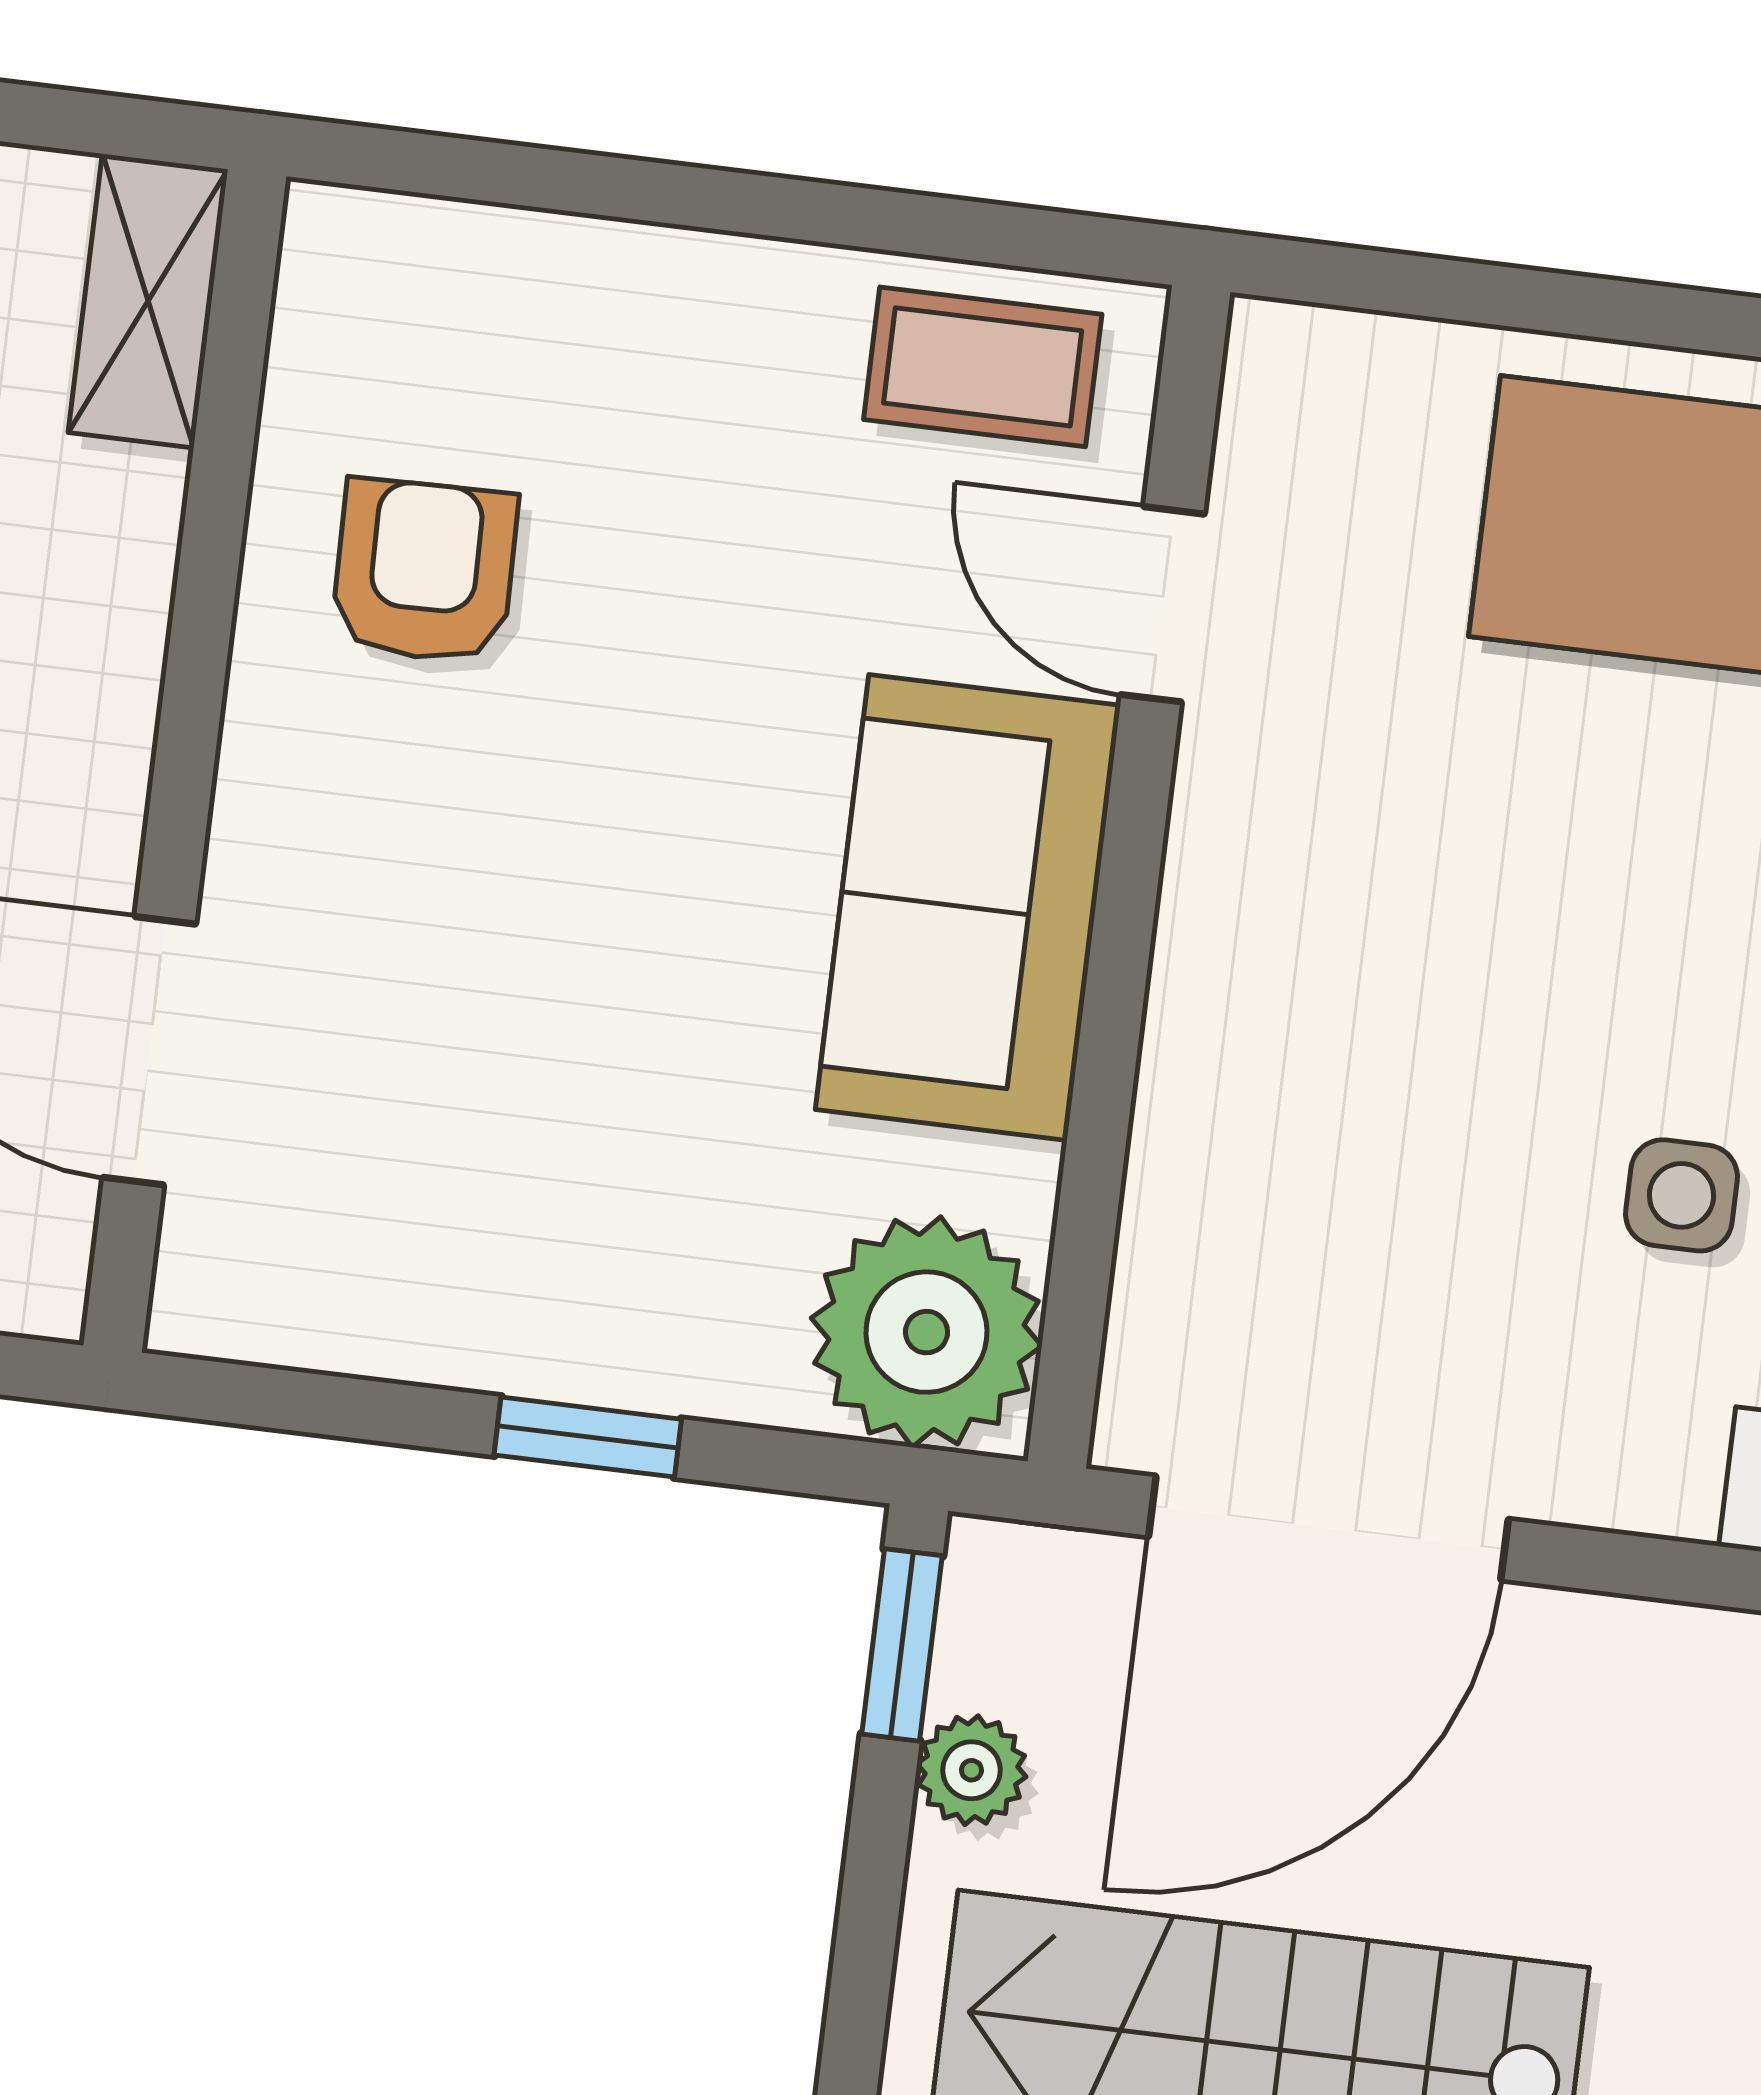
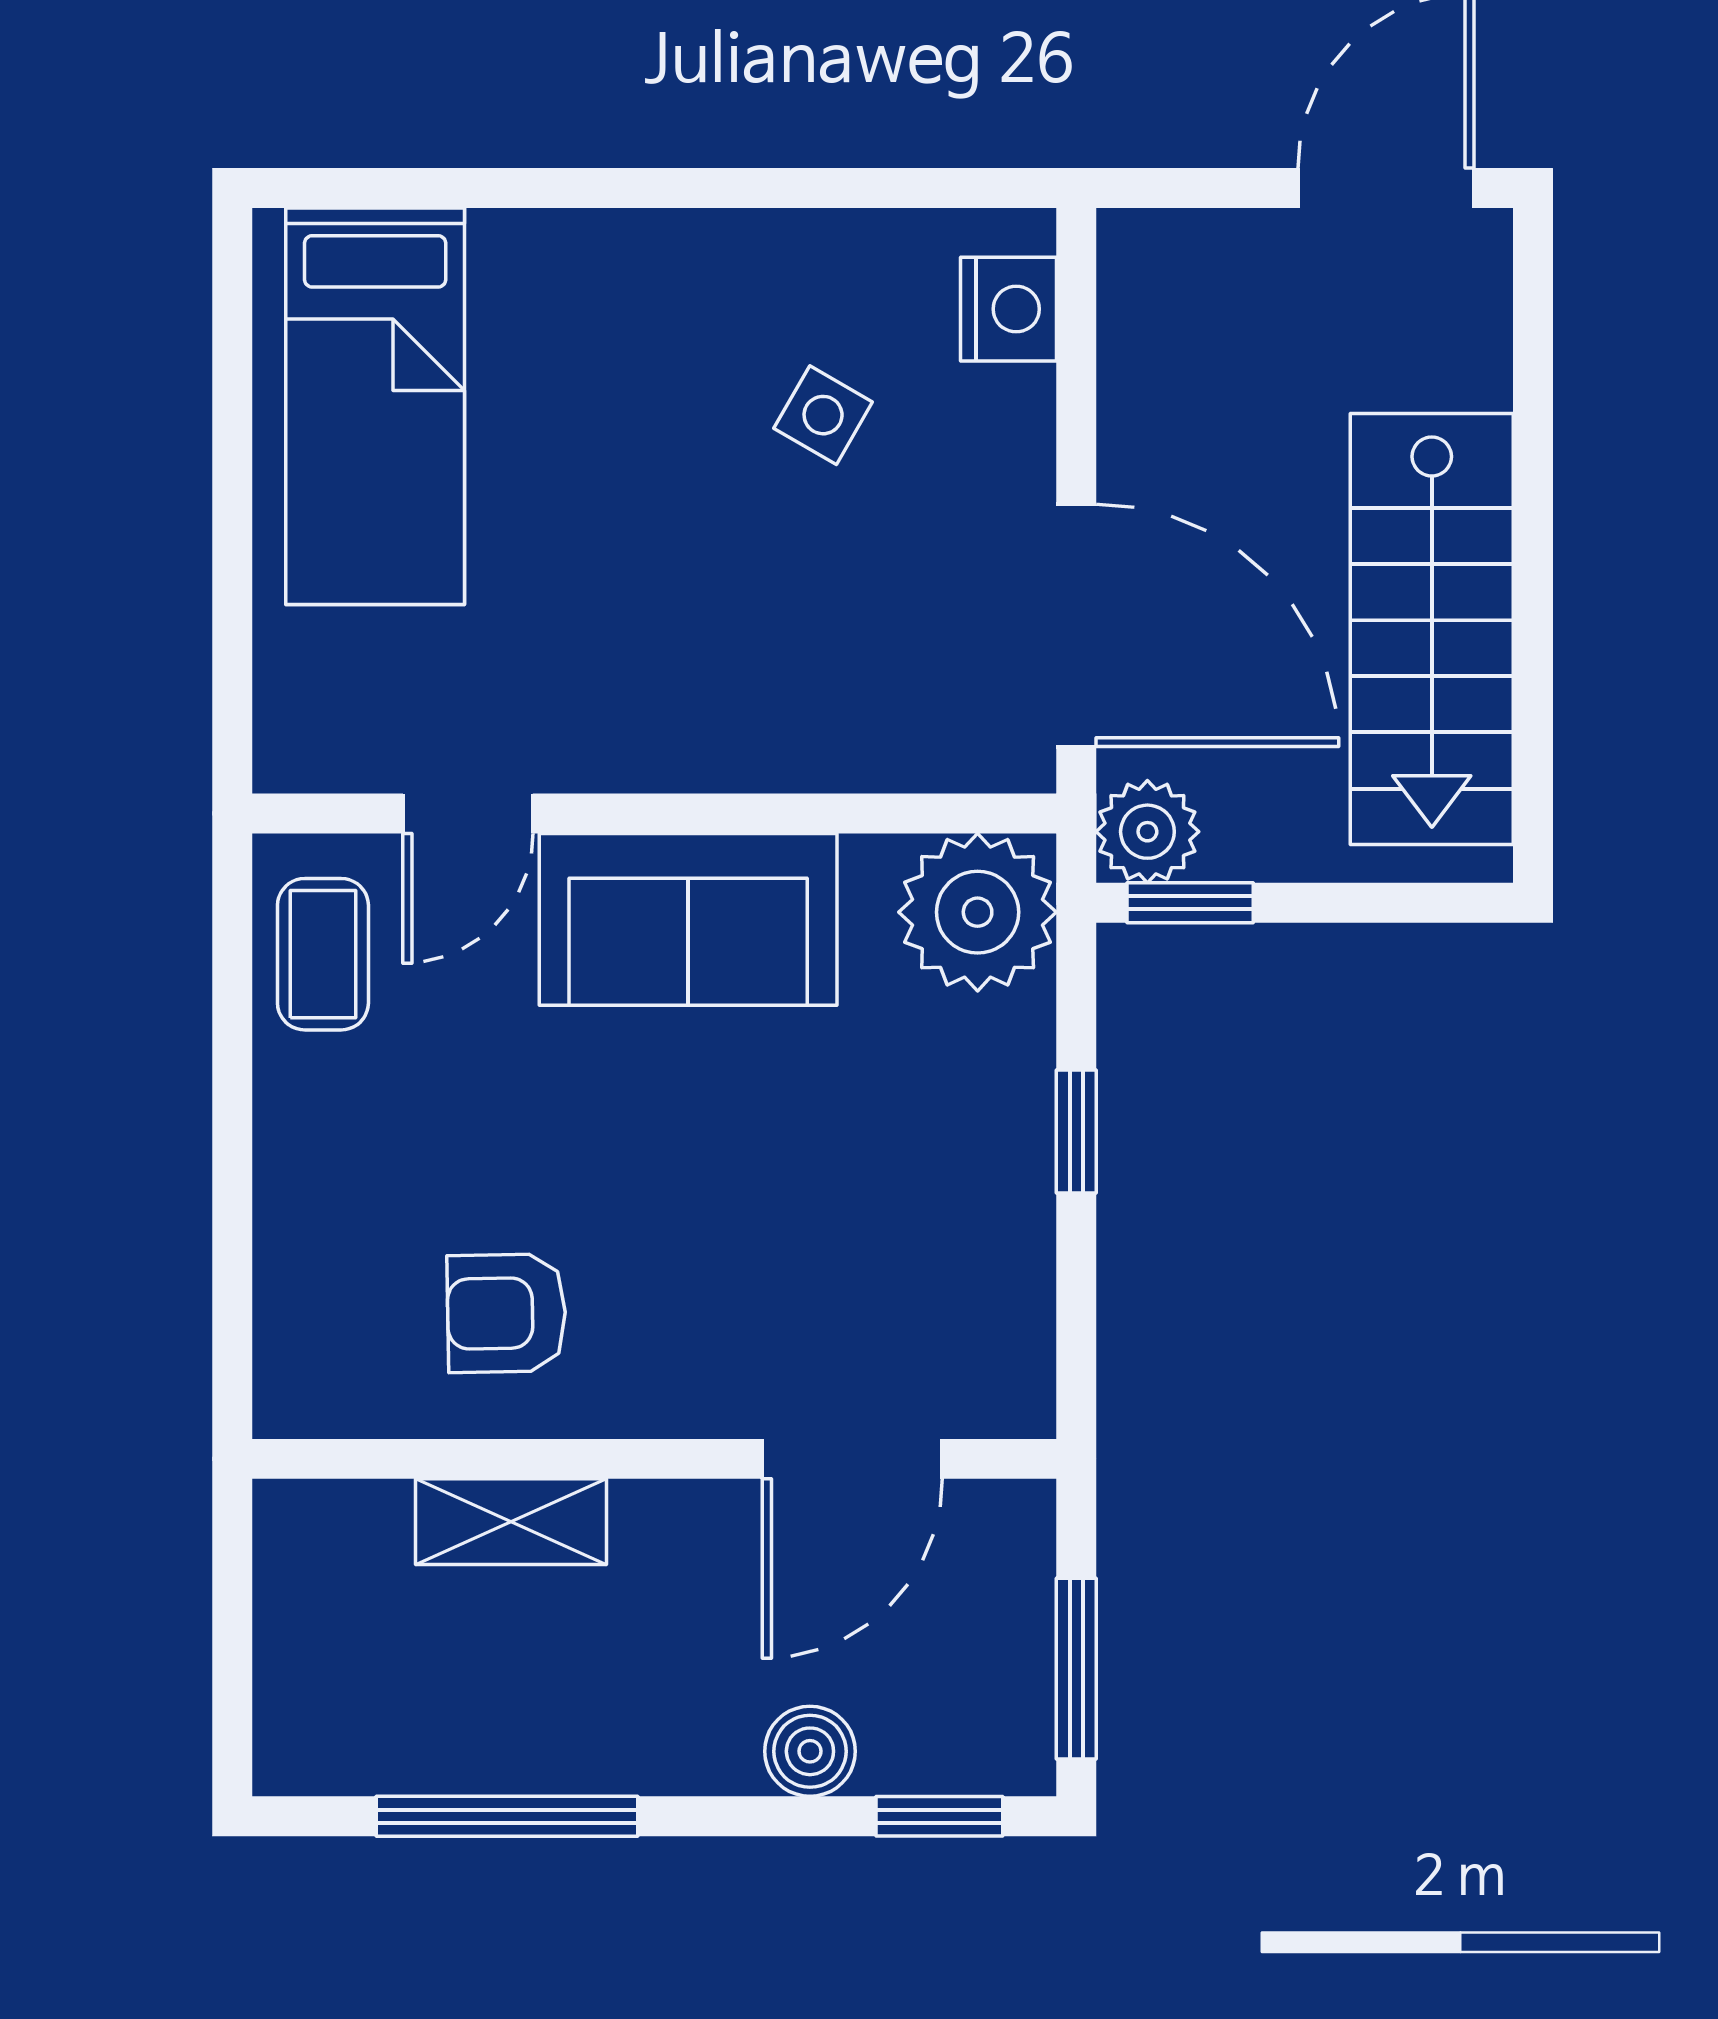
shelving: (148, 301) -> (511, 1522), moved
side table: (1681, 1195) -> (823, 415), turned 30
plant: (972, 1770) -> (1147, 832), moved, width x1.38, depth x1.38

